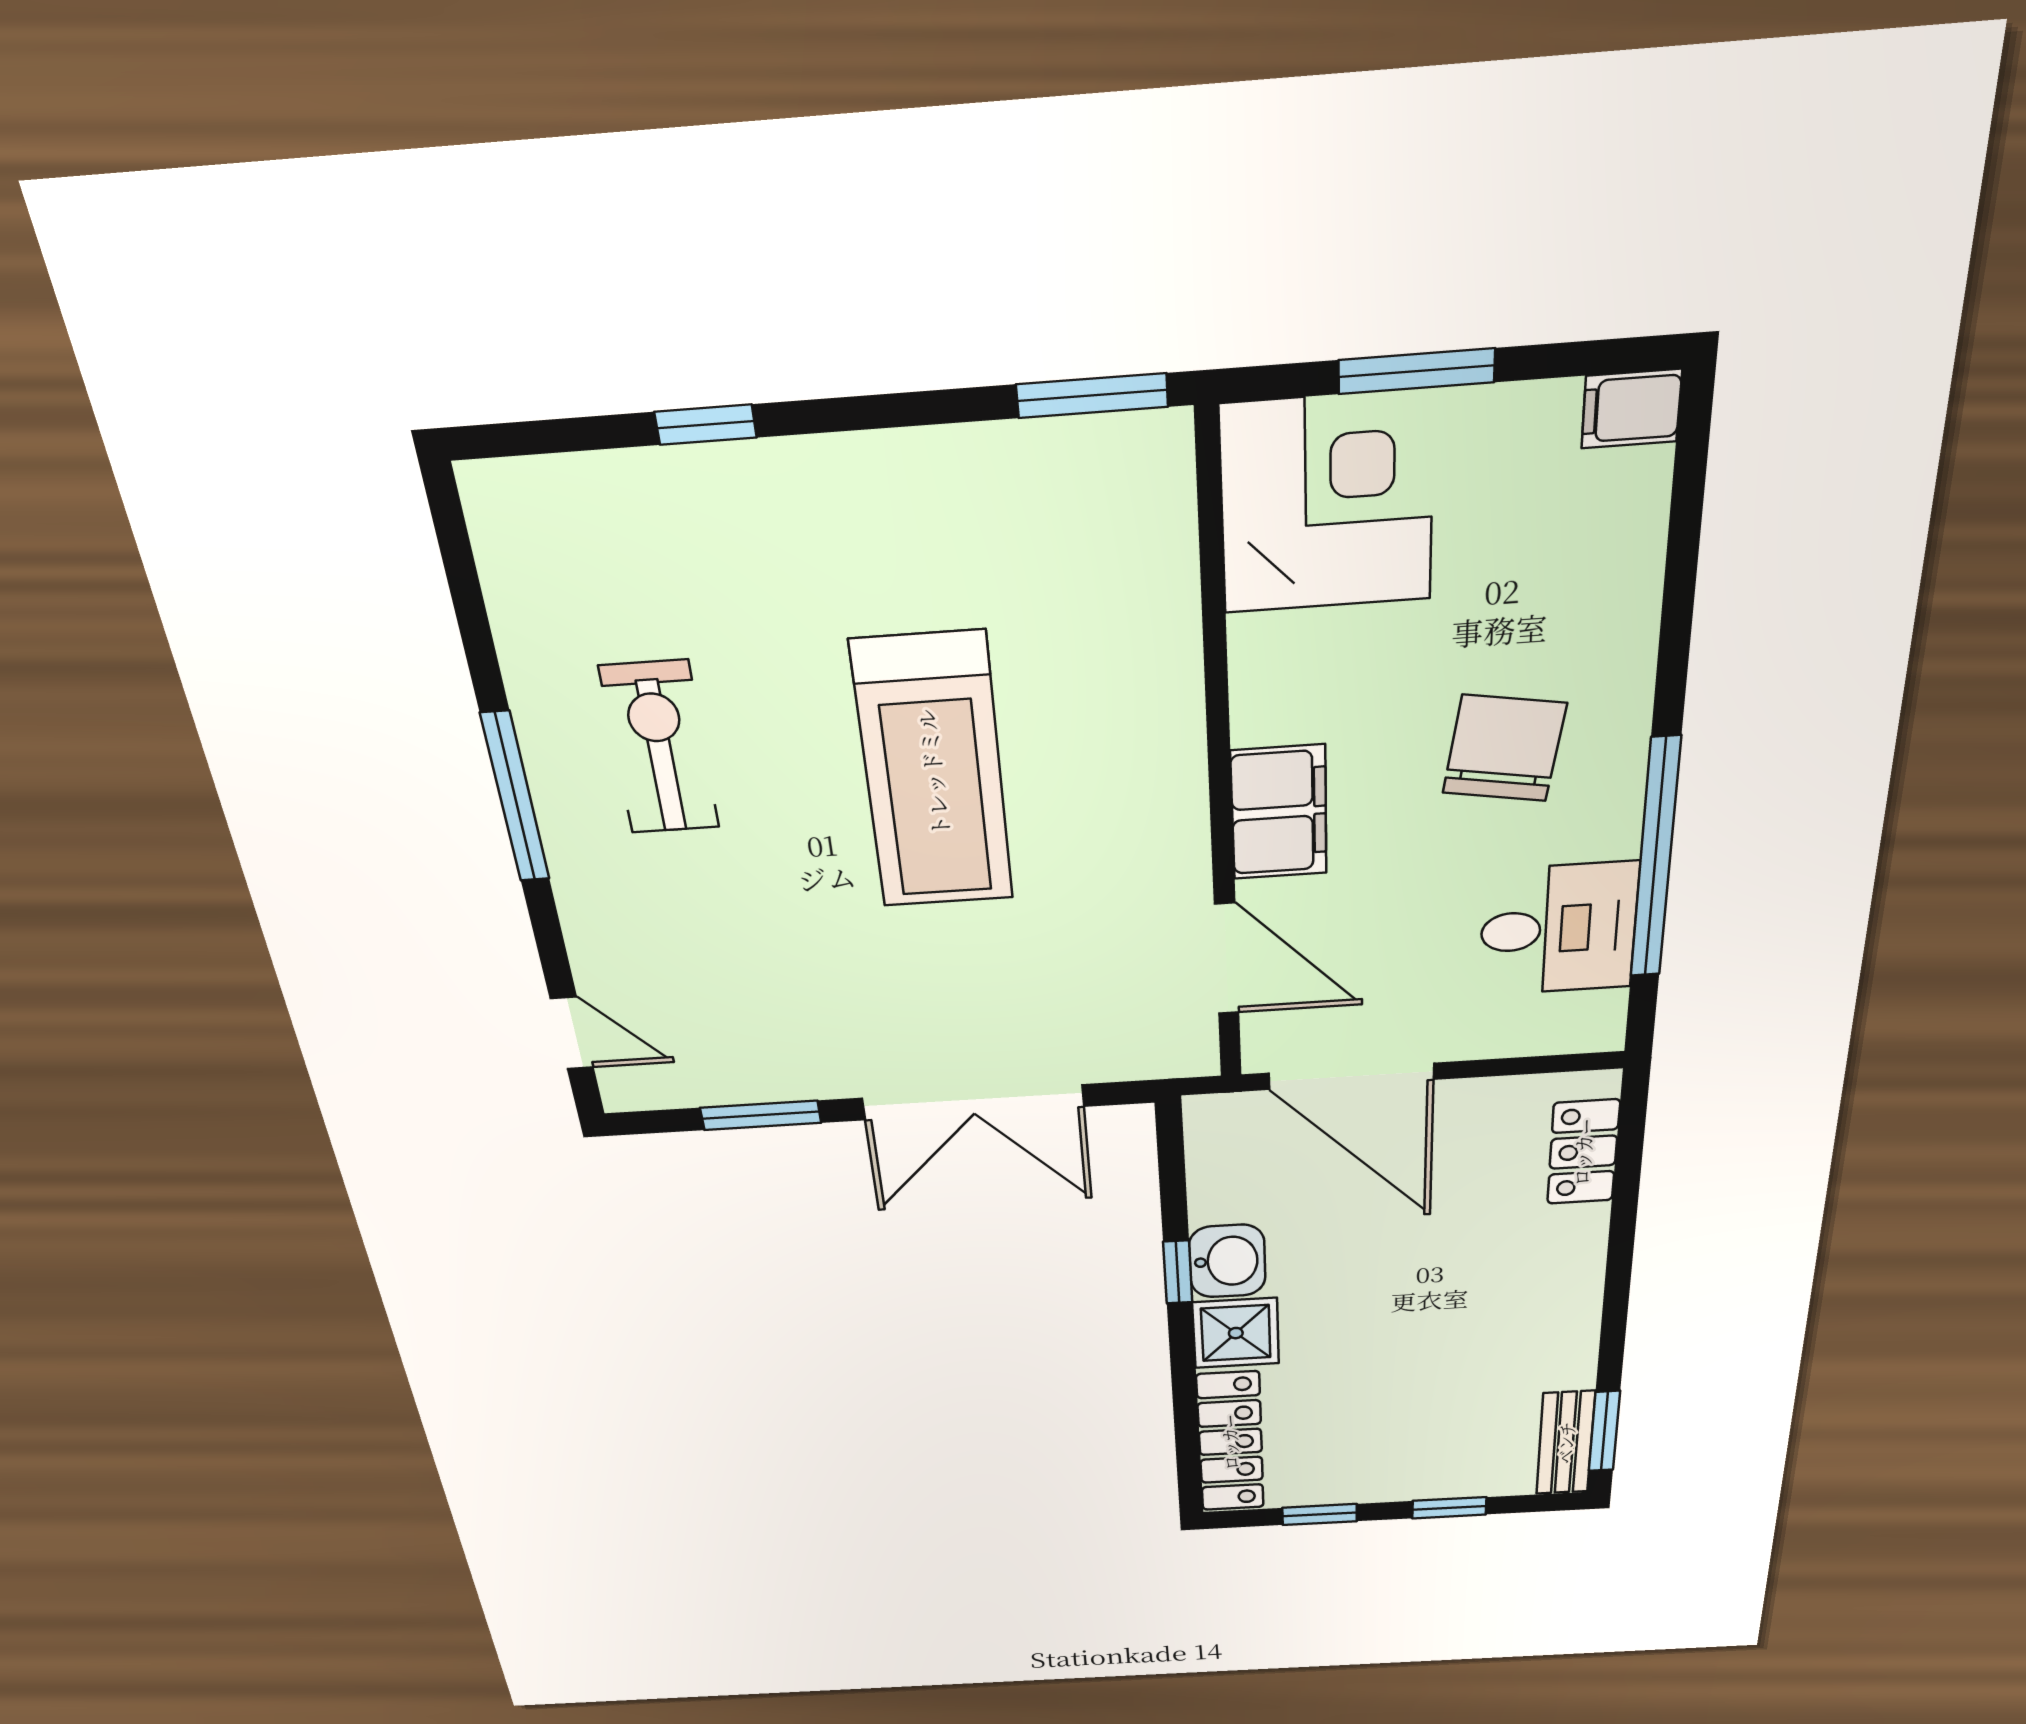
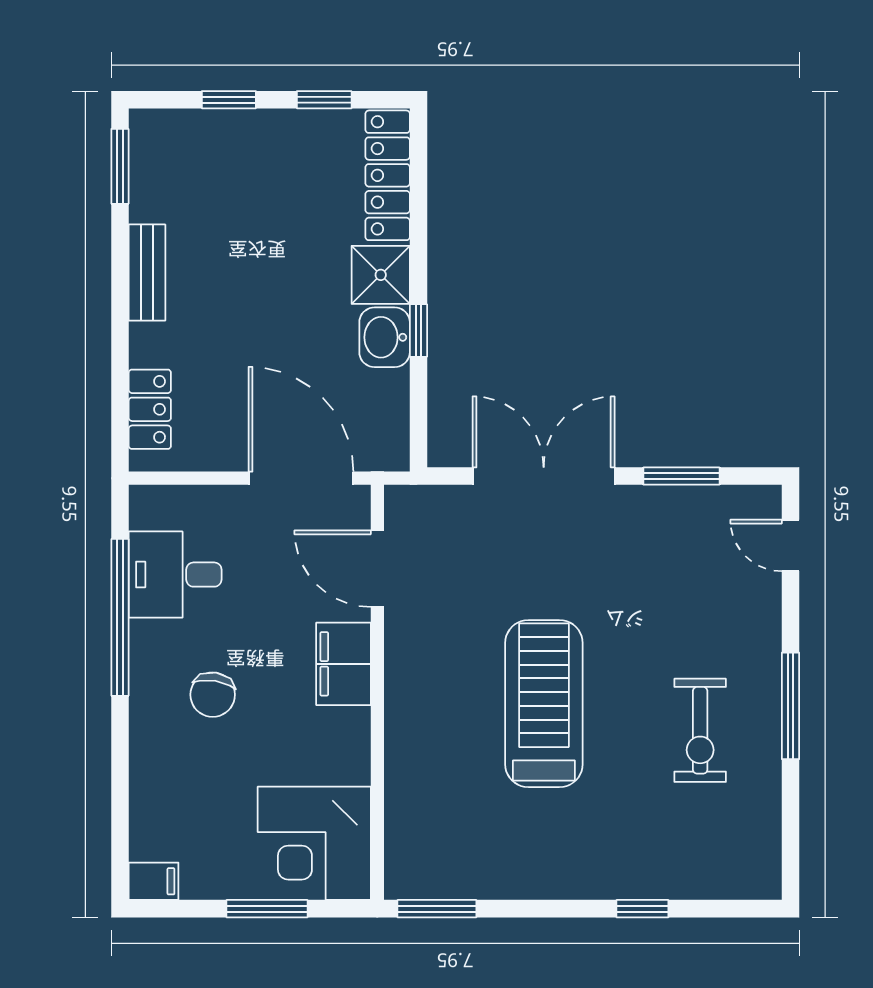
chair: (1504, 748) -> (213, 695), width x0.73, depth x0.73
bench: (1566, 1443) -> (147, 273), moved

